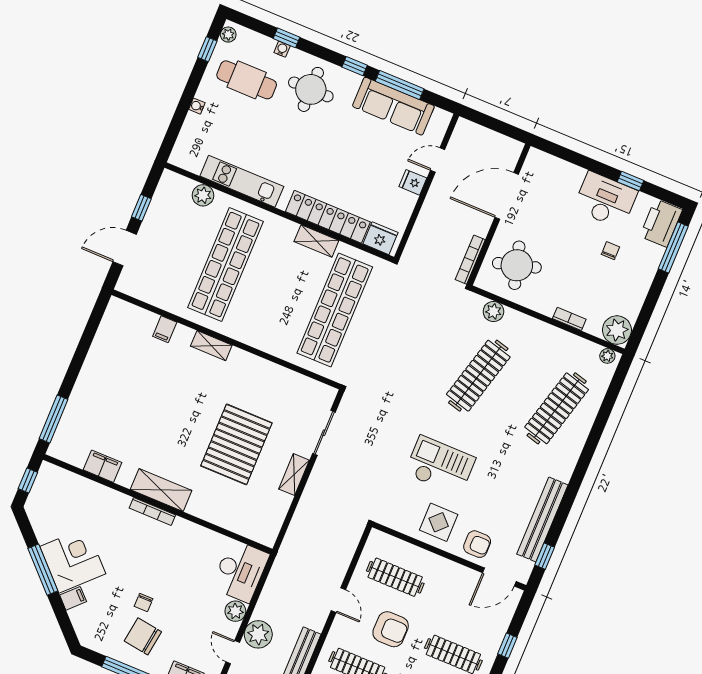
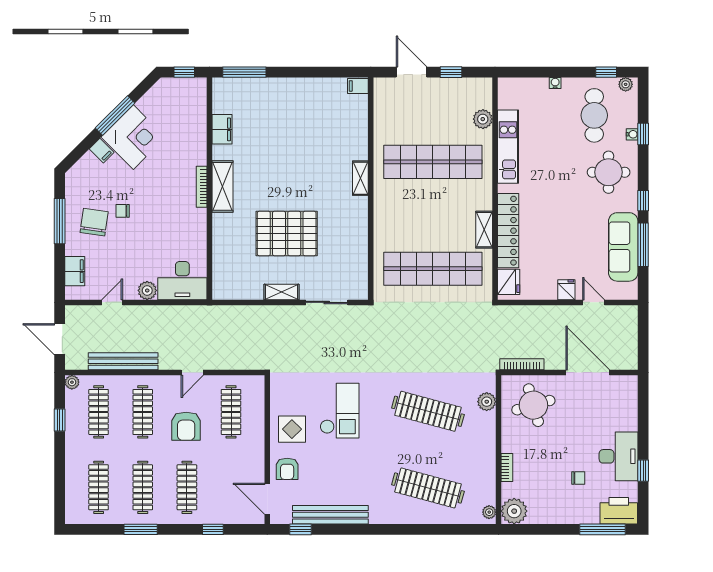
filing cabinet: (165, 329) -> (358, 86), moved
plant: (258, 634) -> (136, 318), removed

